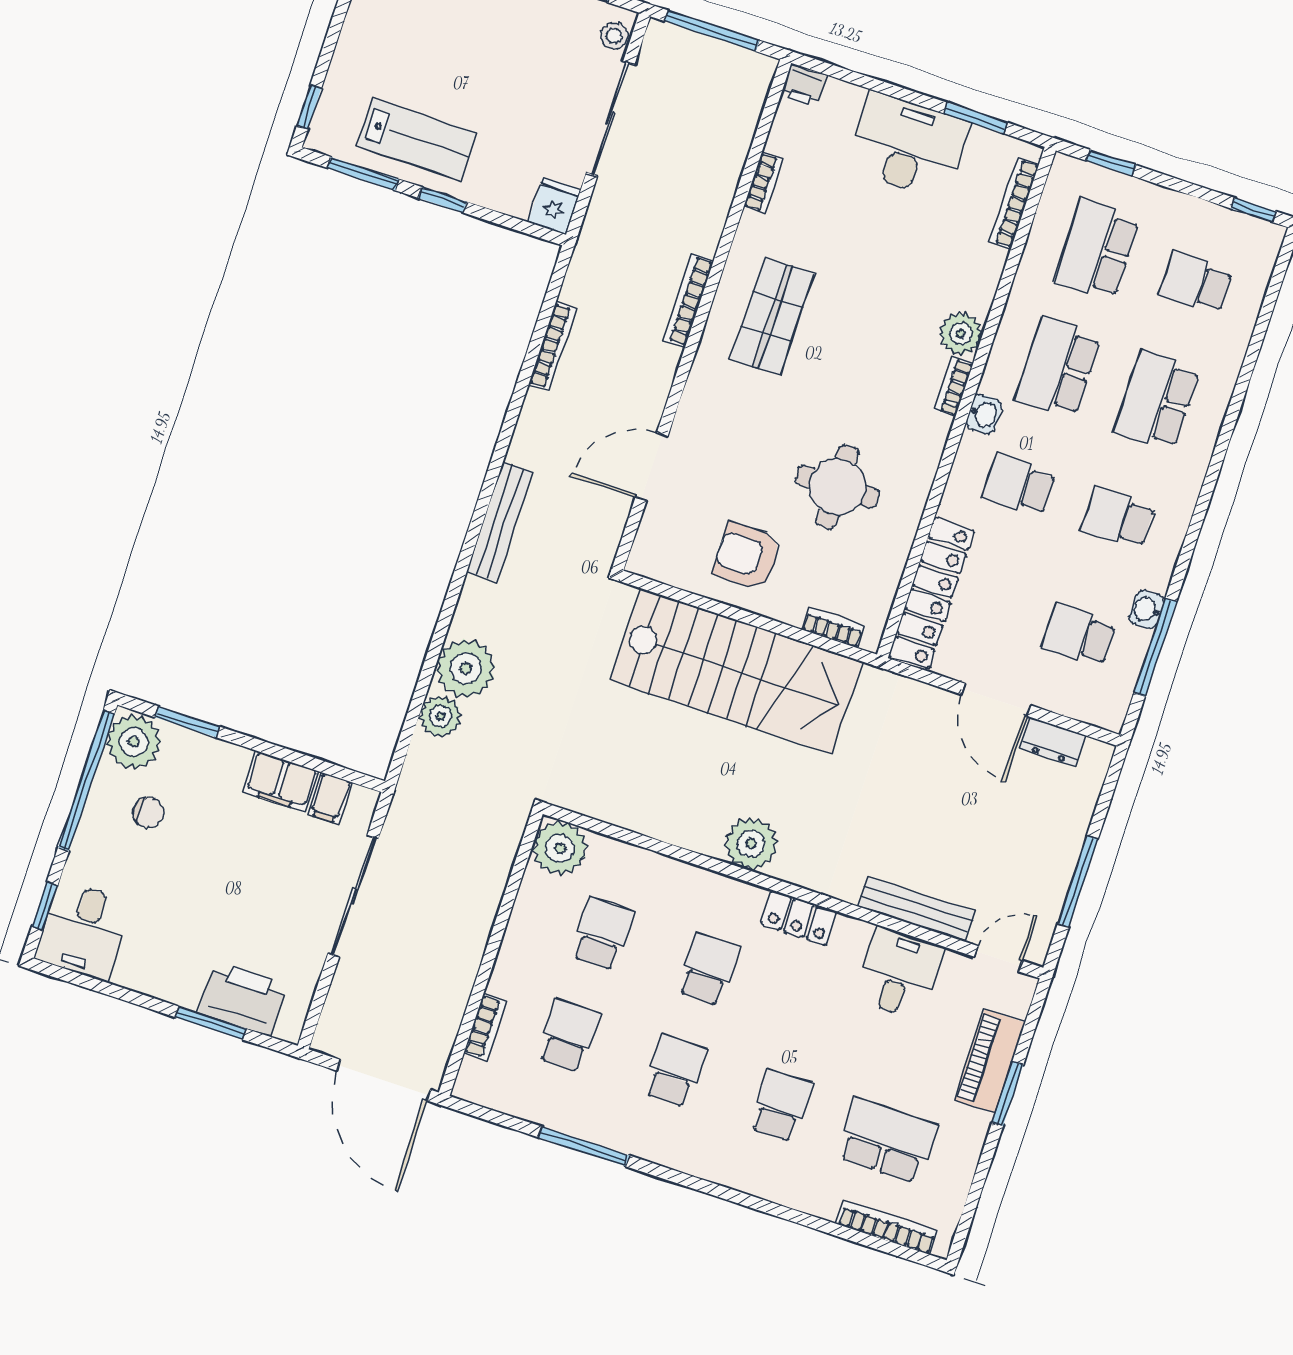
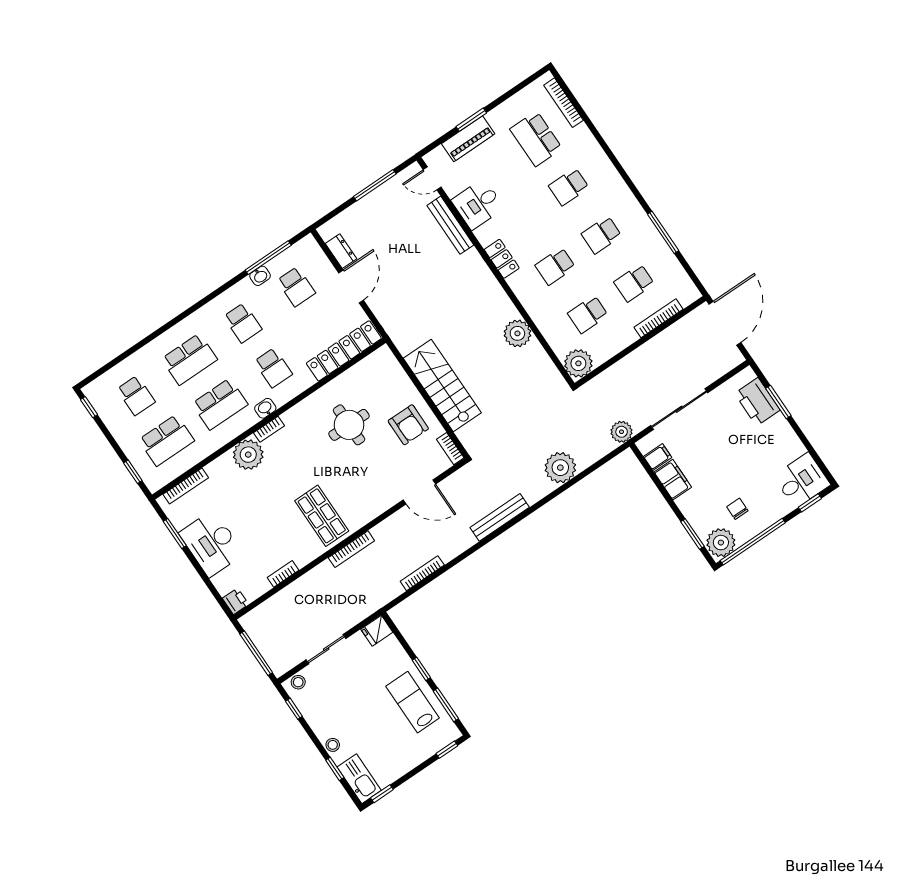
sliding door: (610, 119) -> (326, 649), width x0.73
shop shelf: (772, 316) -> (322, 516), turned 90
plant: (961, 334) -> (248, 455), width x1.36, depth x1.36
bookcase: (833, 628) -> (450, 449), moved
stairs: (736, 671) -> (442, 385), width x0.73, depth x0.66
plant: (440, 716) -> (622, 432), moved
plant: (751, 844) -> (517, 333), moved
bookcase: (485, 1027) -> (658, 318), width x1.56

